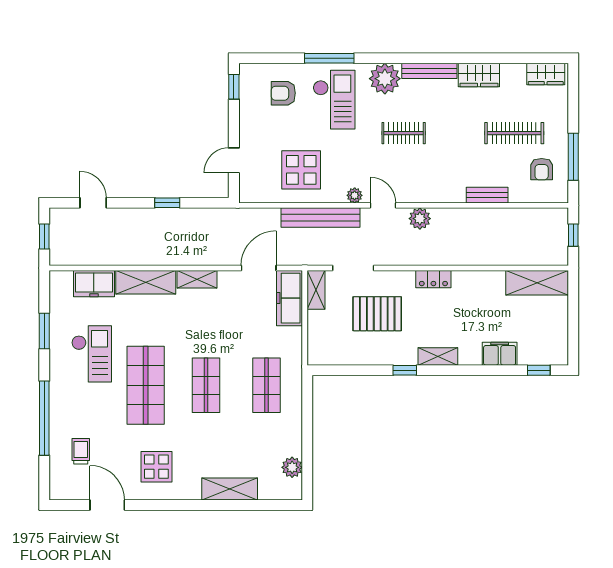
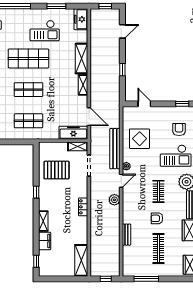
armchair: (542, 169) -> (157, 218), moved
freezer: (94, 284) -> (81, 19), moved
pallet: (377, 314) -> (57, 170), moved, turned 90
shelving: (438, 356) -> (43, 221), moved

